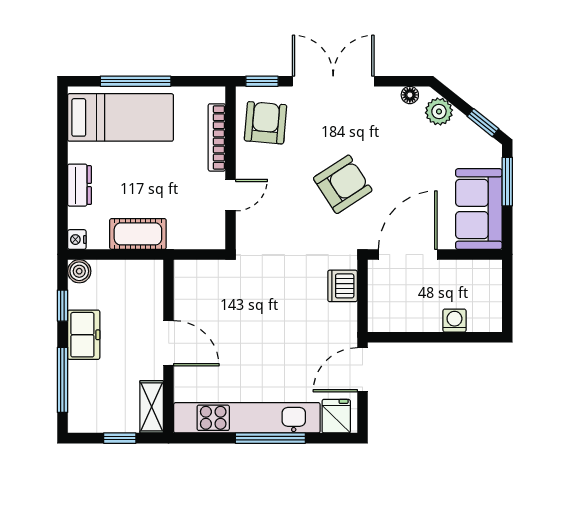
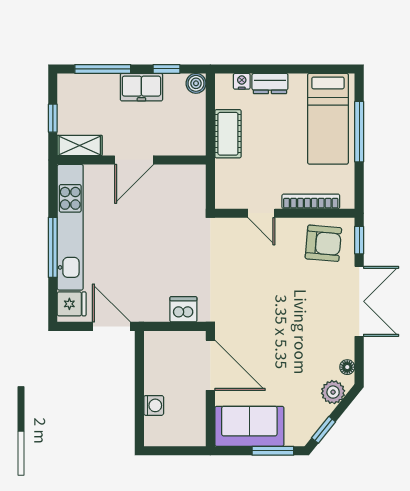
armchair: (343, 184) -> (271, 309), removed
nightstand: (77, 240) -> (242, 81), moved

